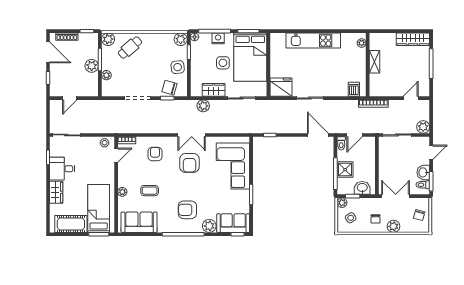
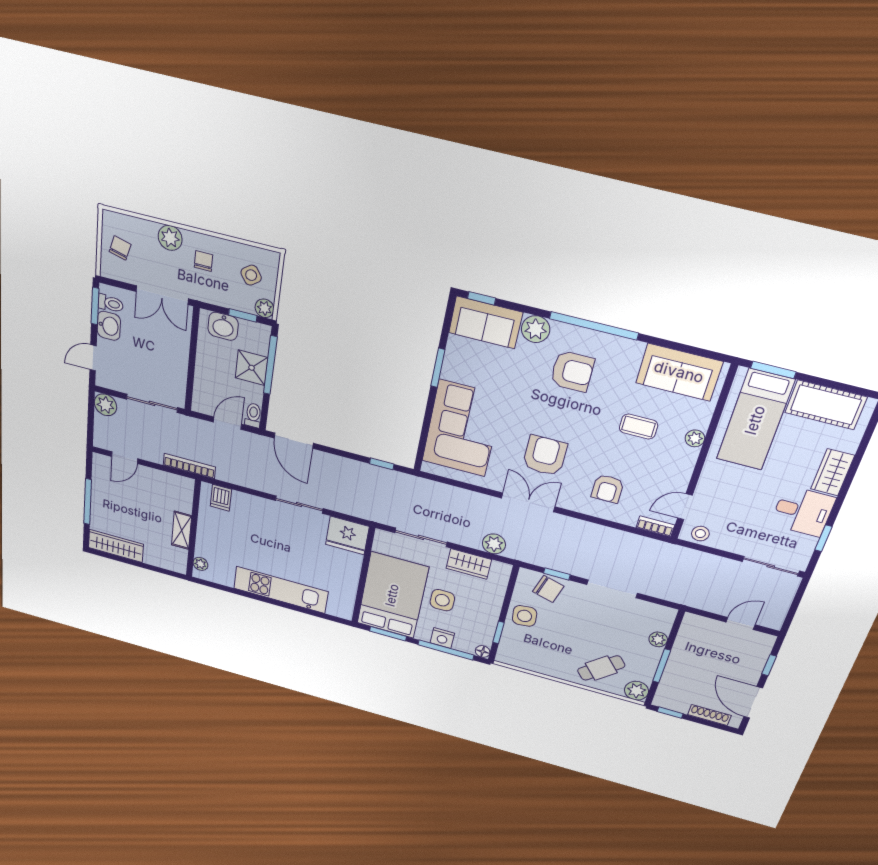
plant: (181, 39) -> (508, 655), removed
plant: (92, 66) -> (680, 661), removed

